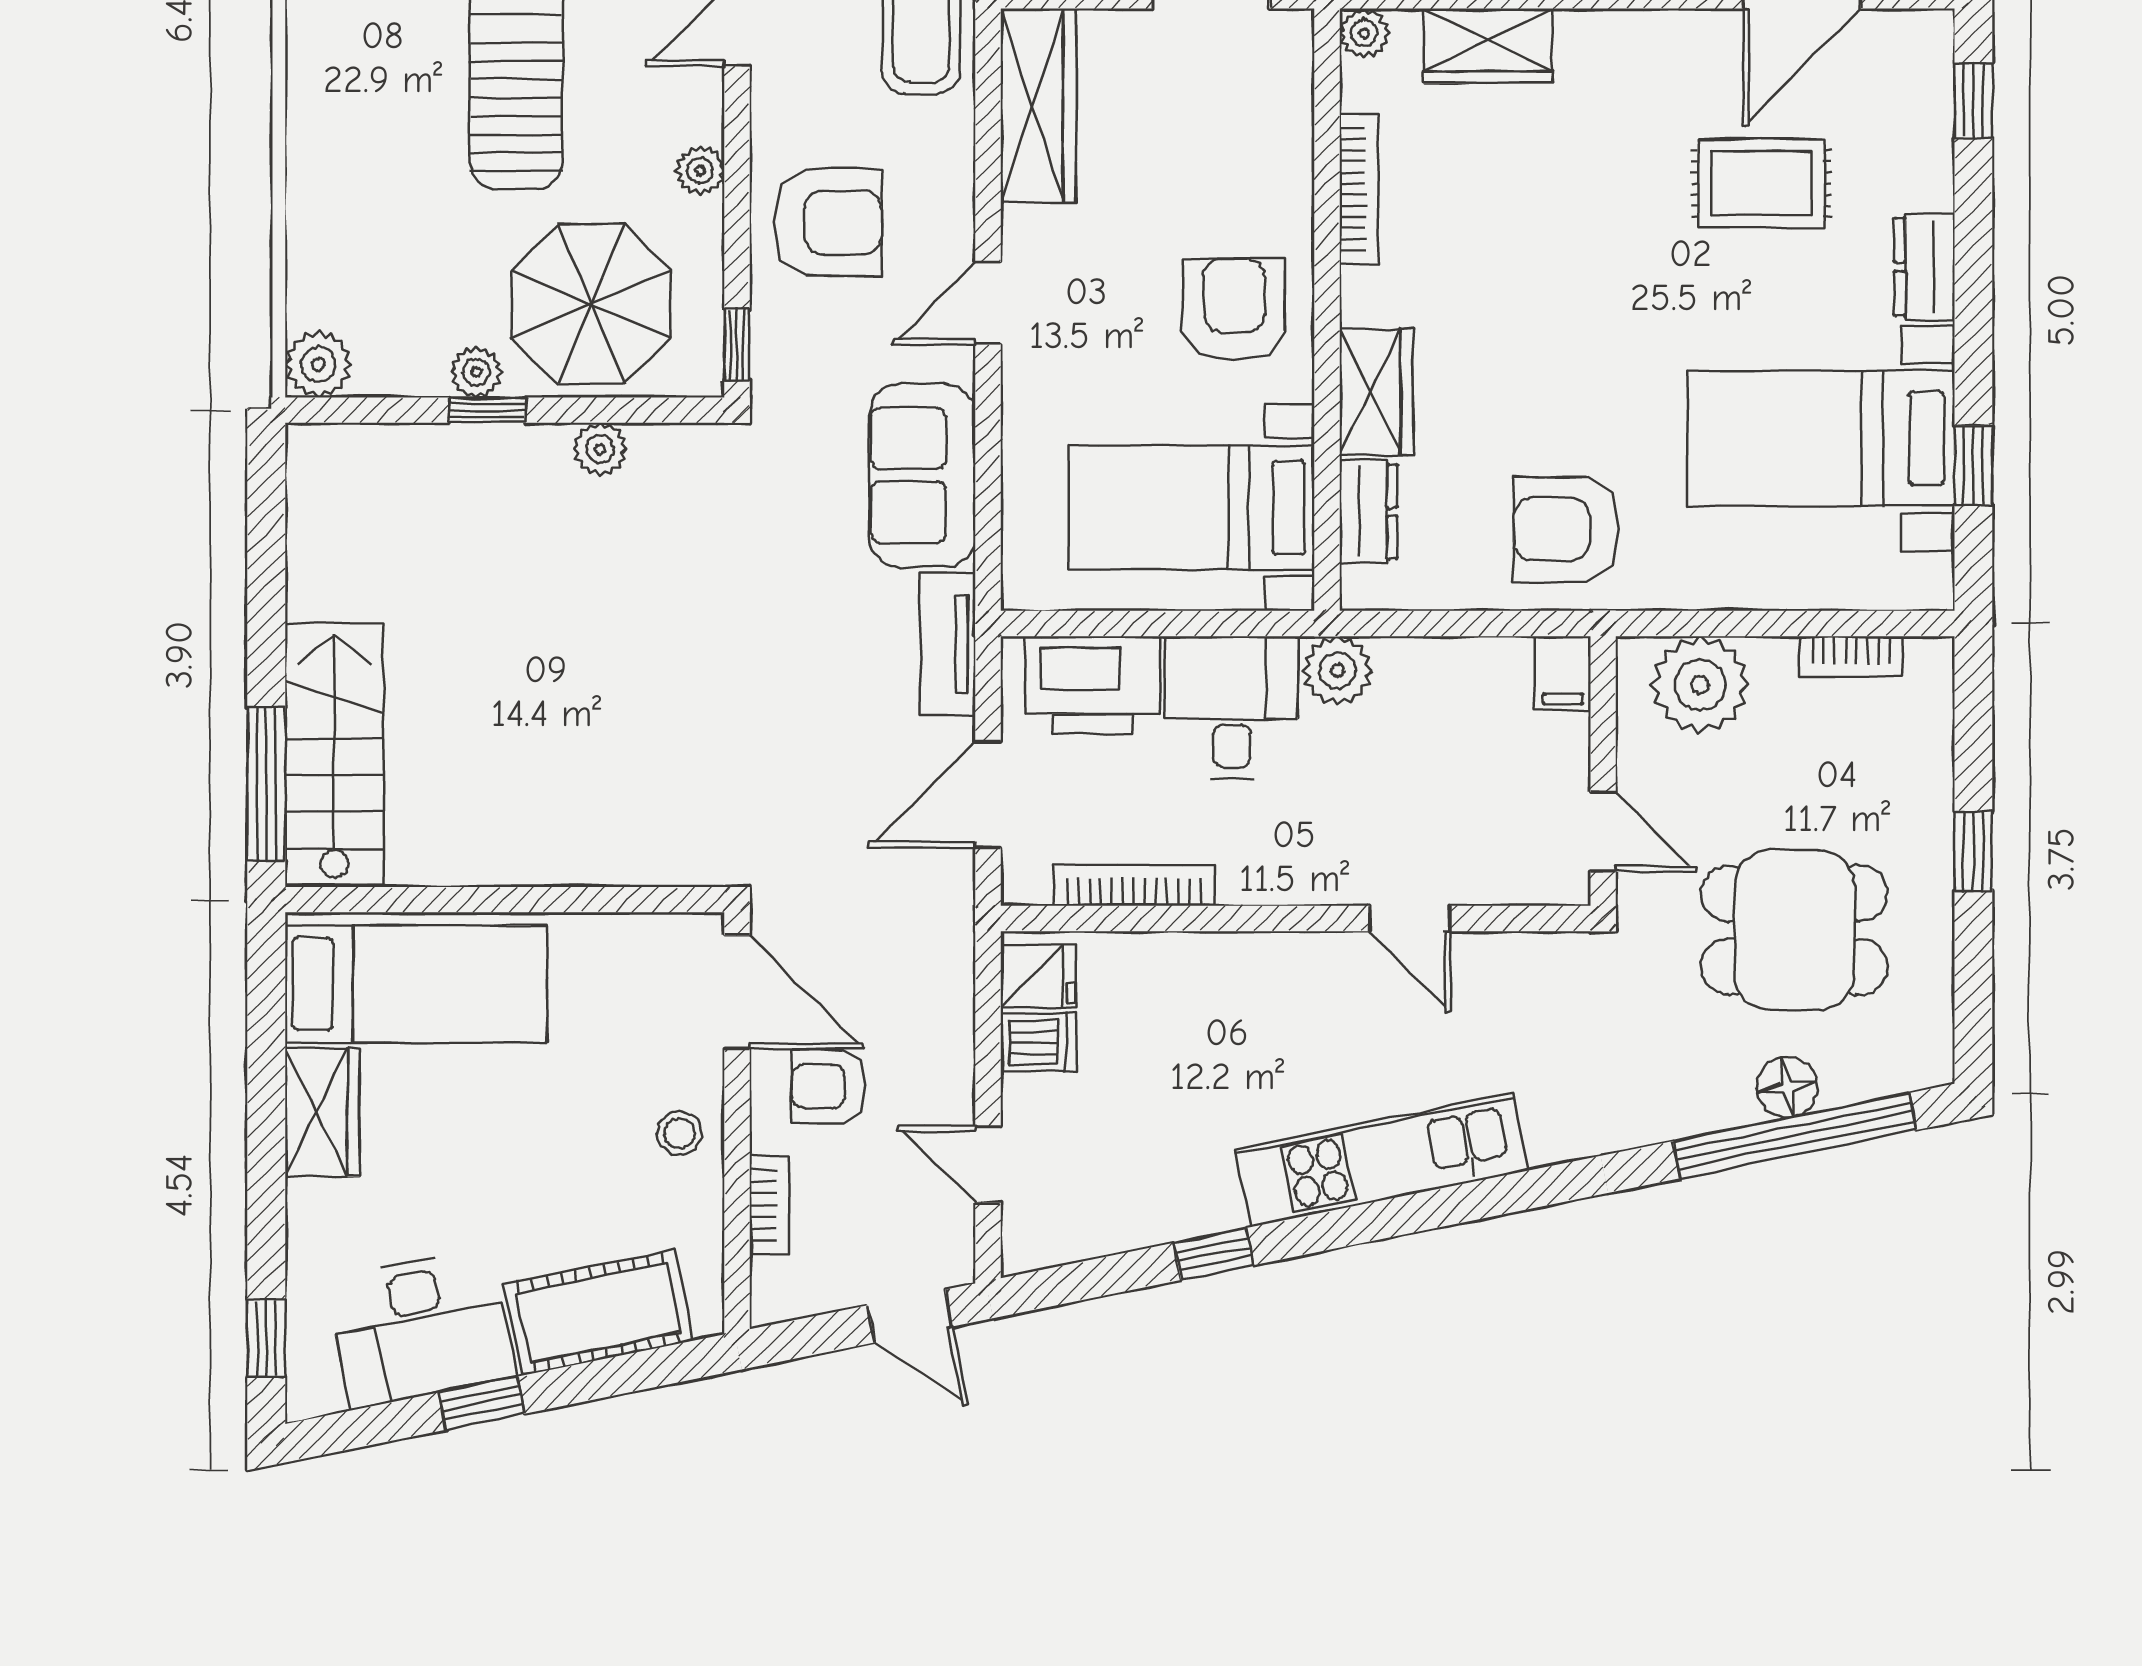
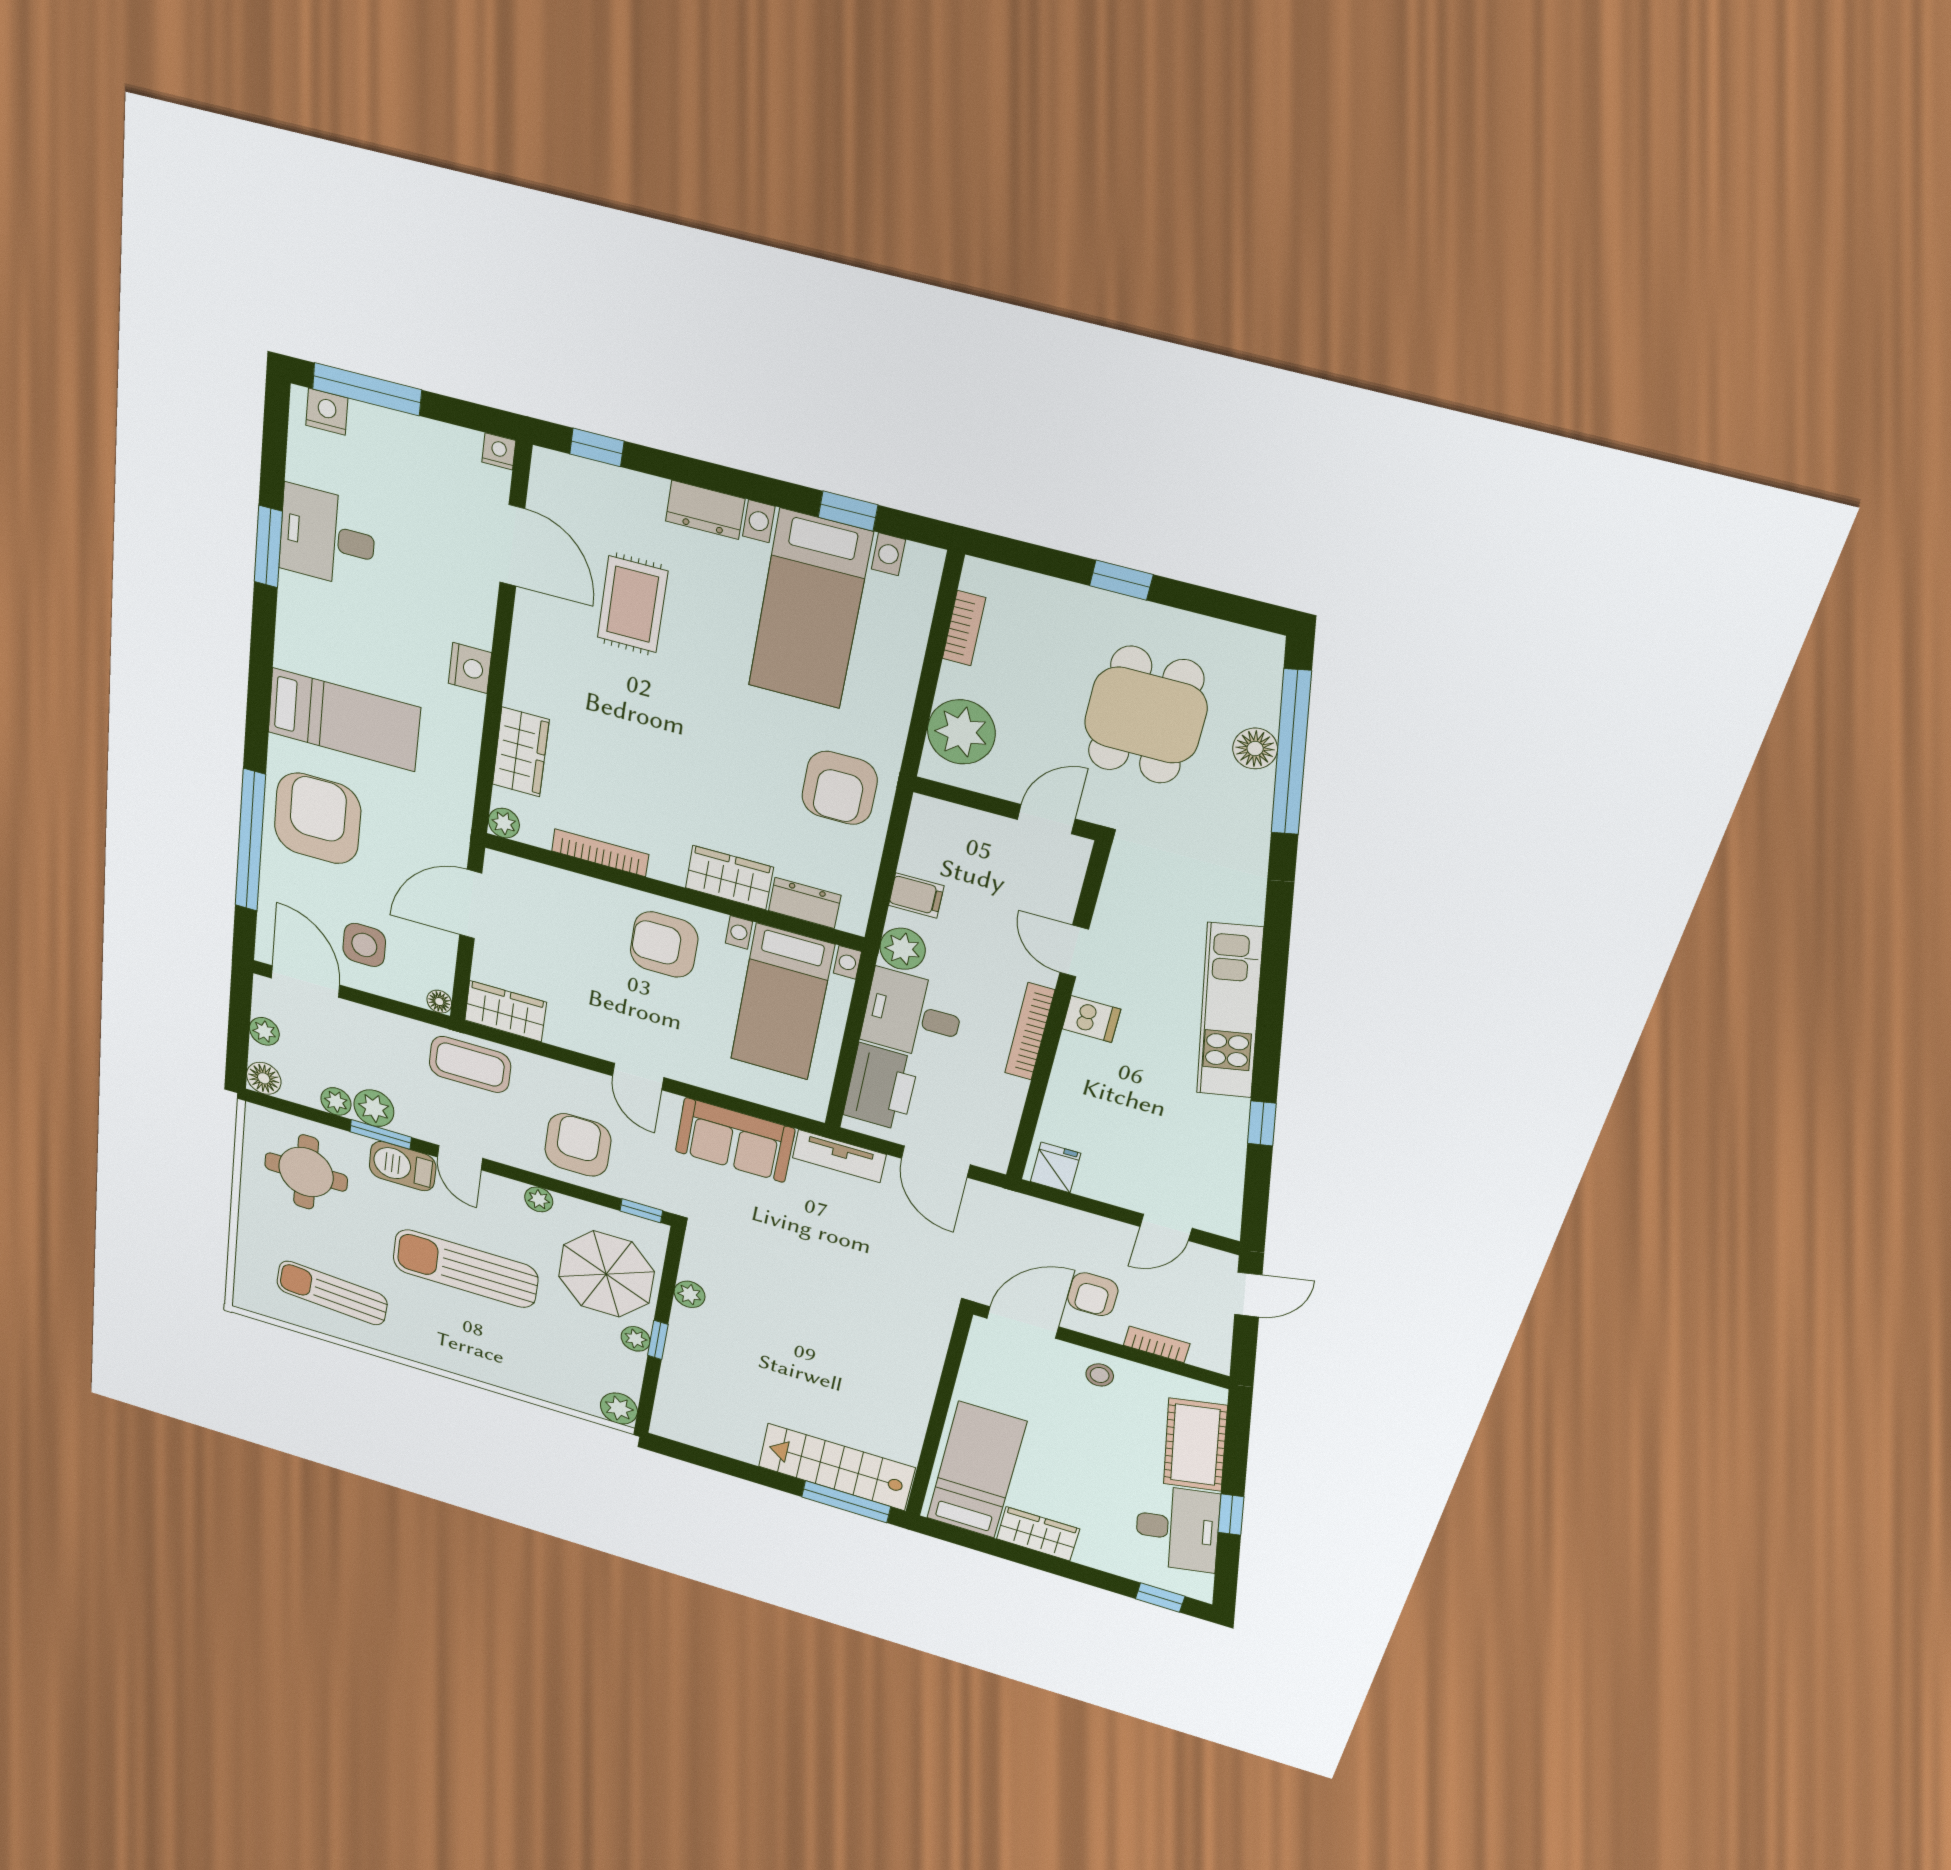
wardrobe: (1038, 105) -> (505, 1011), width x0.67
filing cabinet: (1563, 673) -> (916, 896), moved
bookcase: (1134, 885) -> (1030, 1032), moved
door: (1410, 918) -> (1074, 951), swing flipped
dishwasher: (1039, 1043) -> (1091, 1019), moved, turned 90

